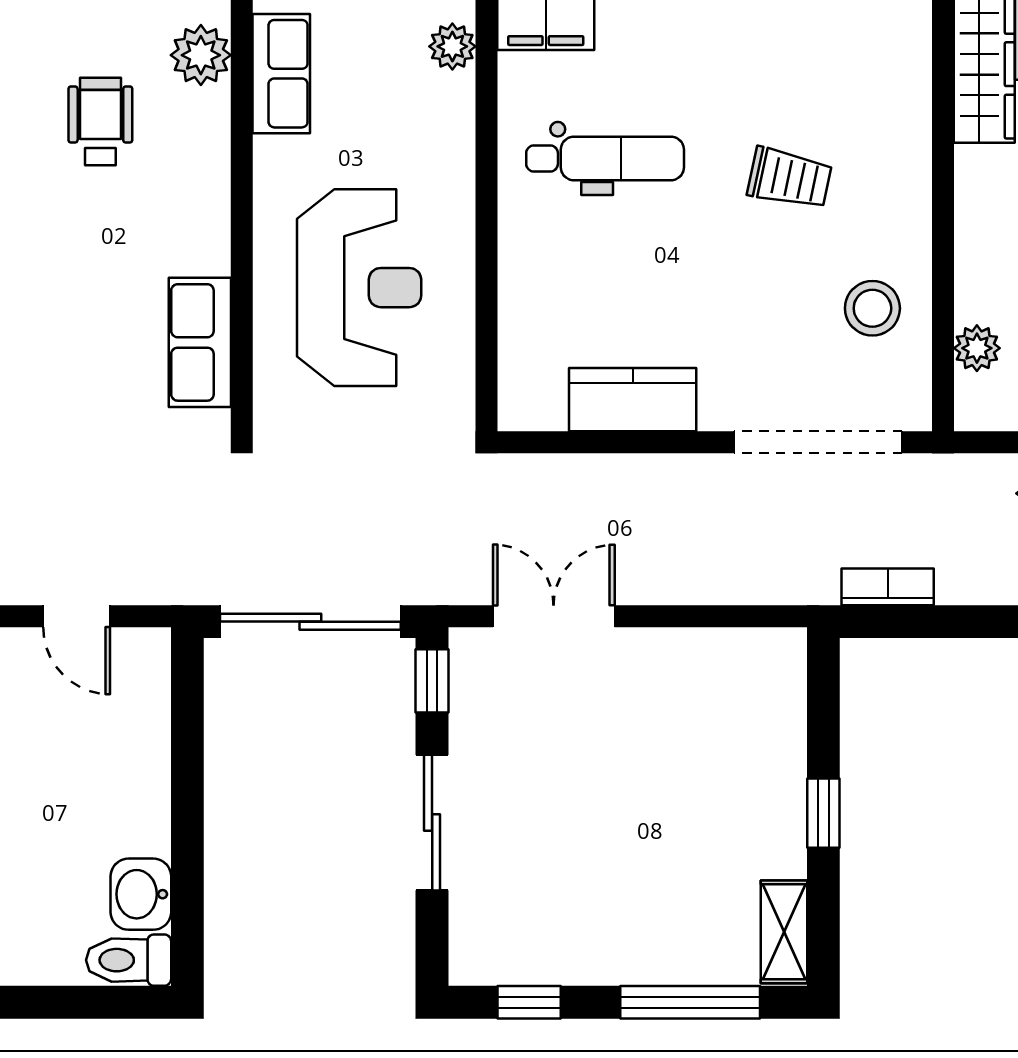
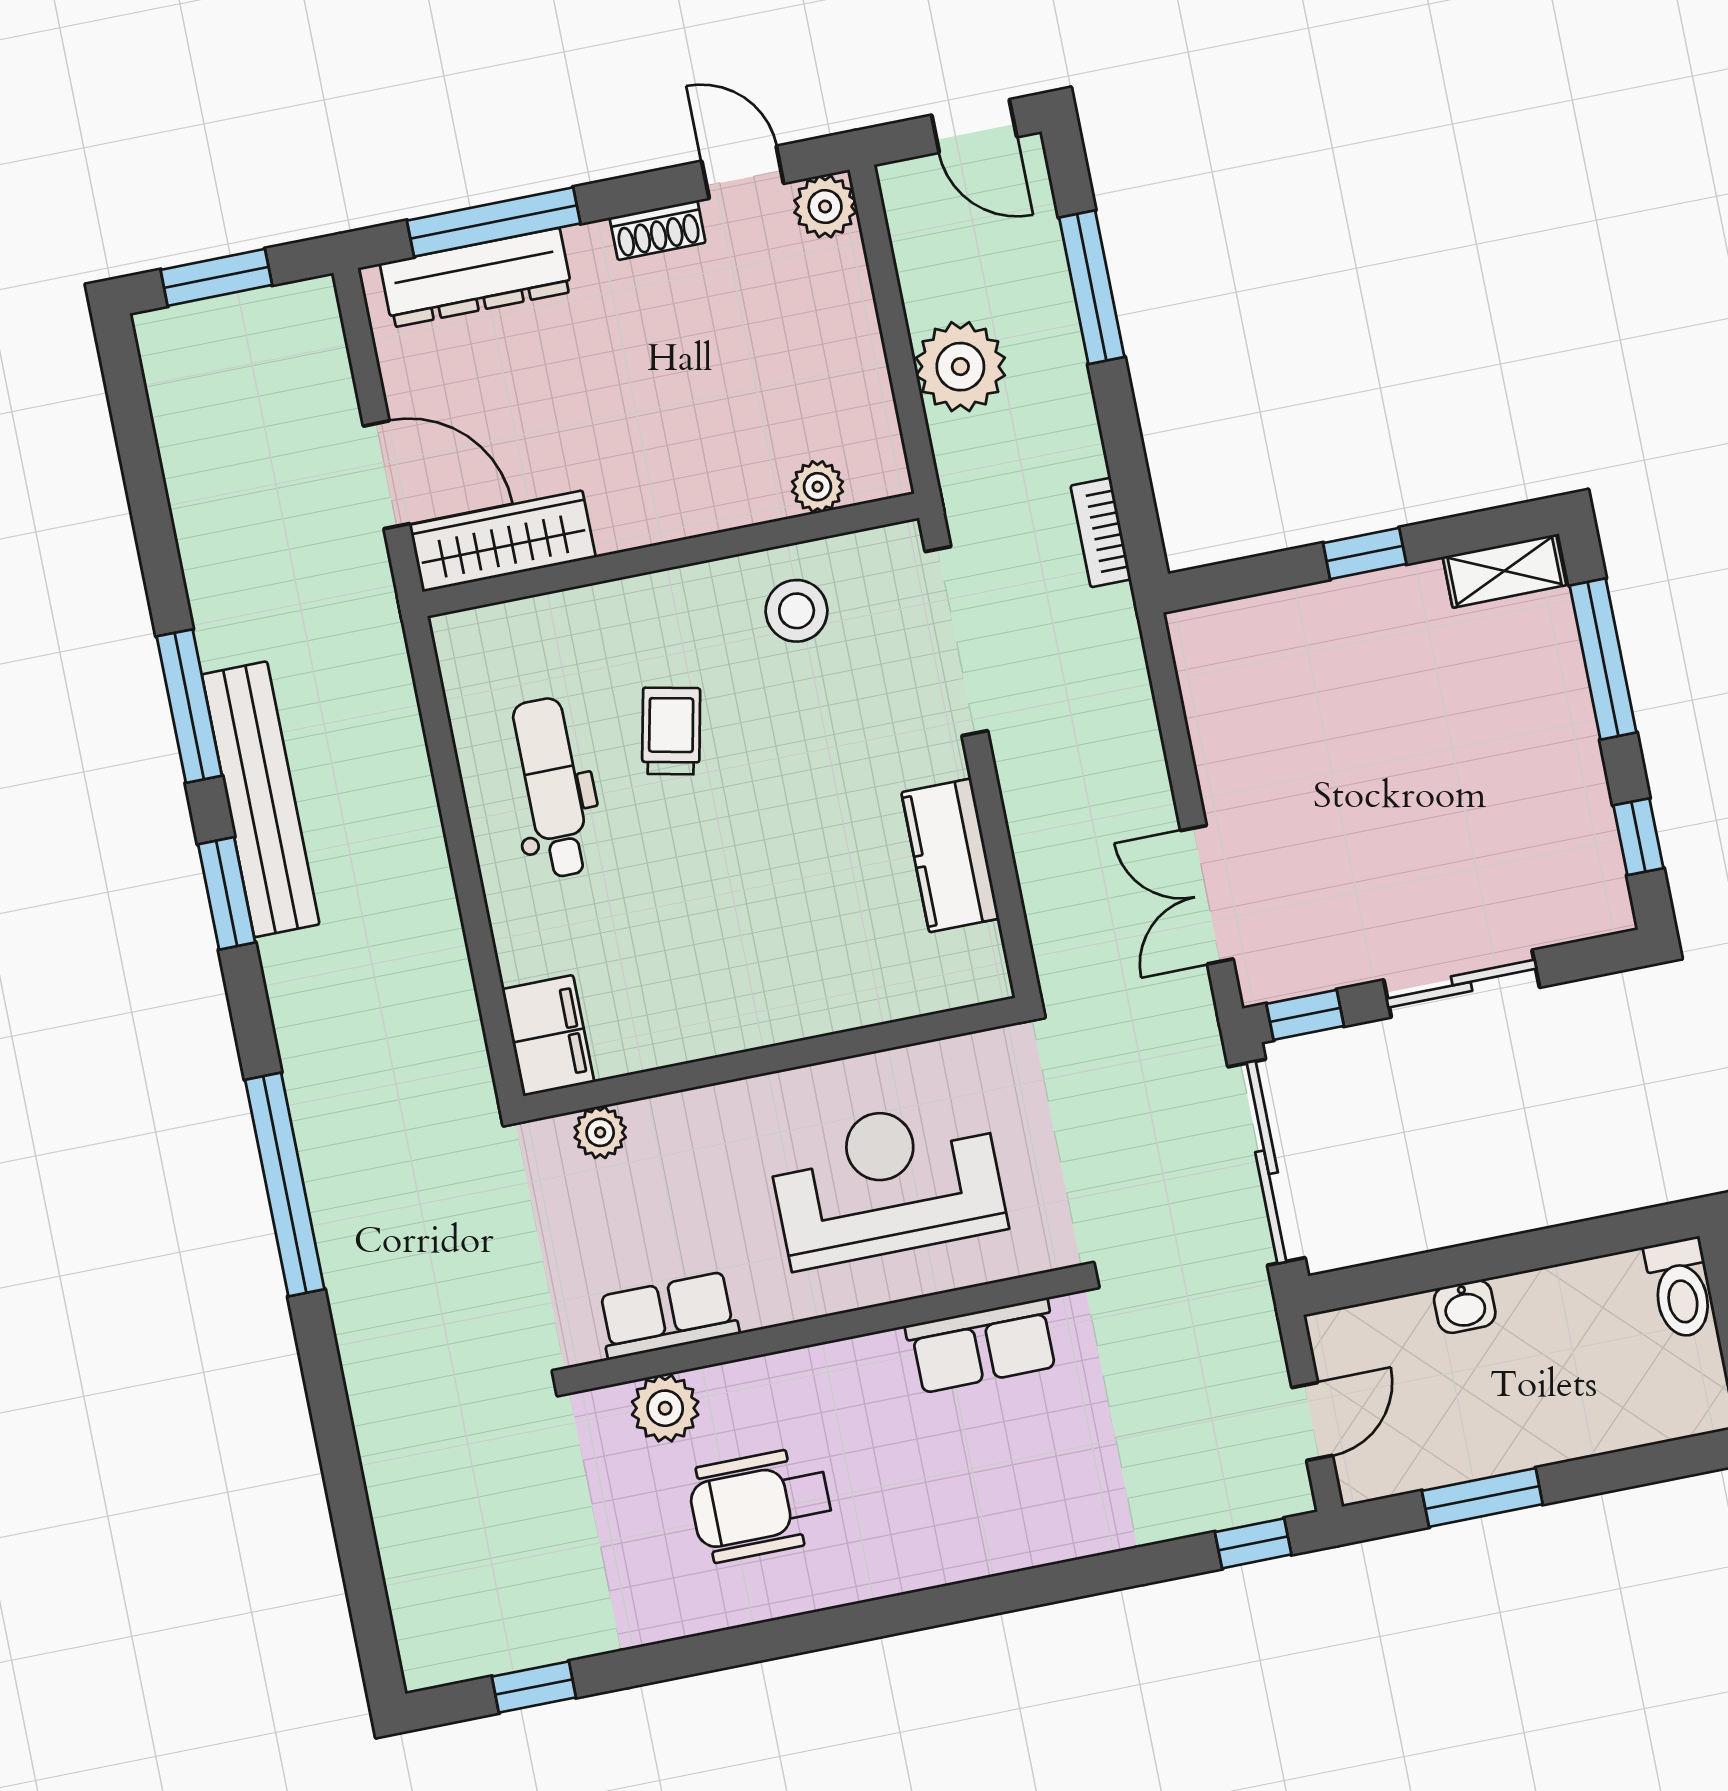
wheelchair: (100, 122) -> (761, 1504), width x1.36, depth x1.37
dental chair: (605, 158) -> (552, 788), moved
washbasin: (141, 894) -> (1465, 1307), moved, width x0.72, depth x0.69

